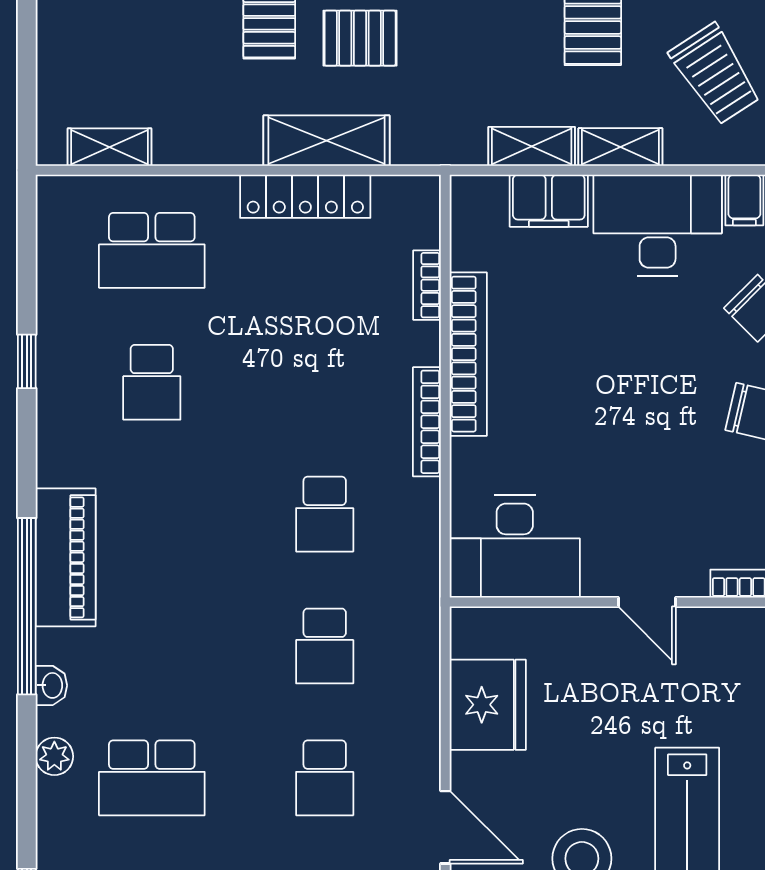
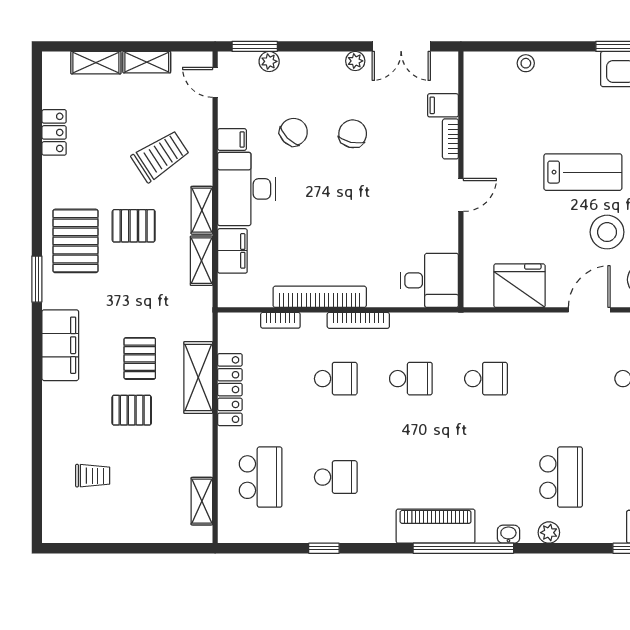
desk: (515, 547) -> (429, 280), width x0.73
school desk: (325, 778) -> (336, 379), moved

